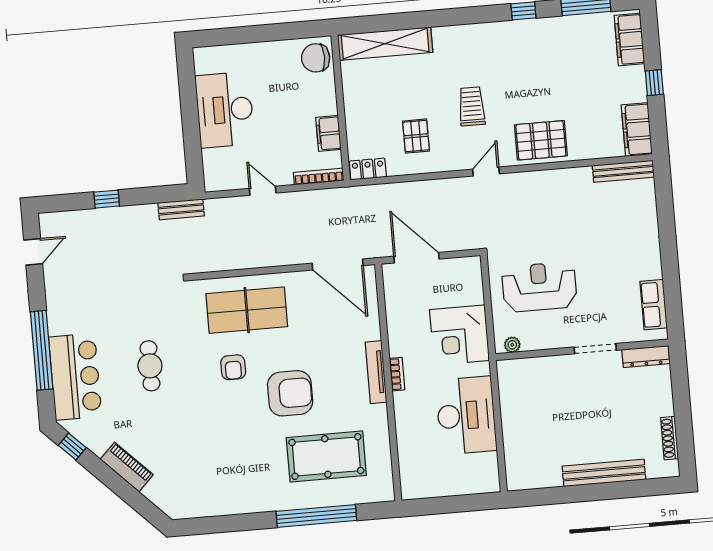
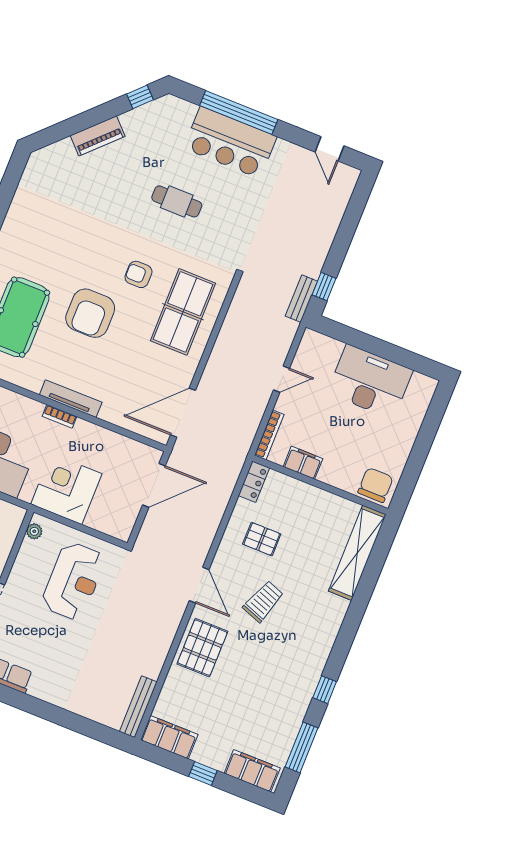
trolley: (472, 106) -> (263, 601), turned -70
door: (486, 172) -> (199, 585), width x1.38
window: (107, 199) -> (324, 287), moved
bar counter: (75, 377) -> (230, 142), moved

